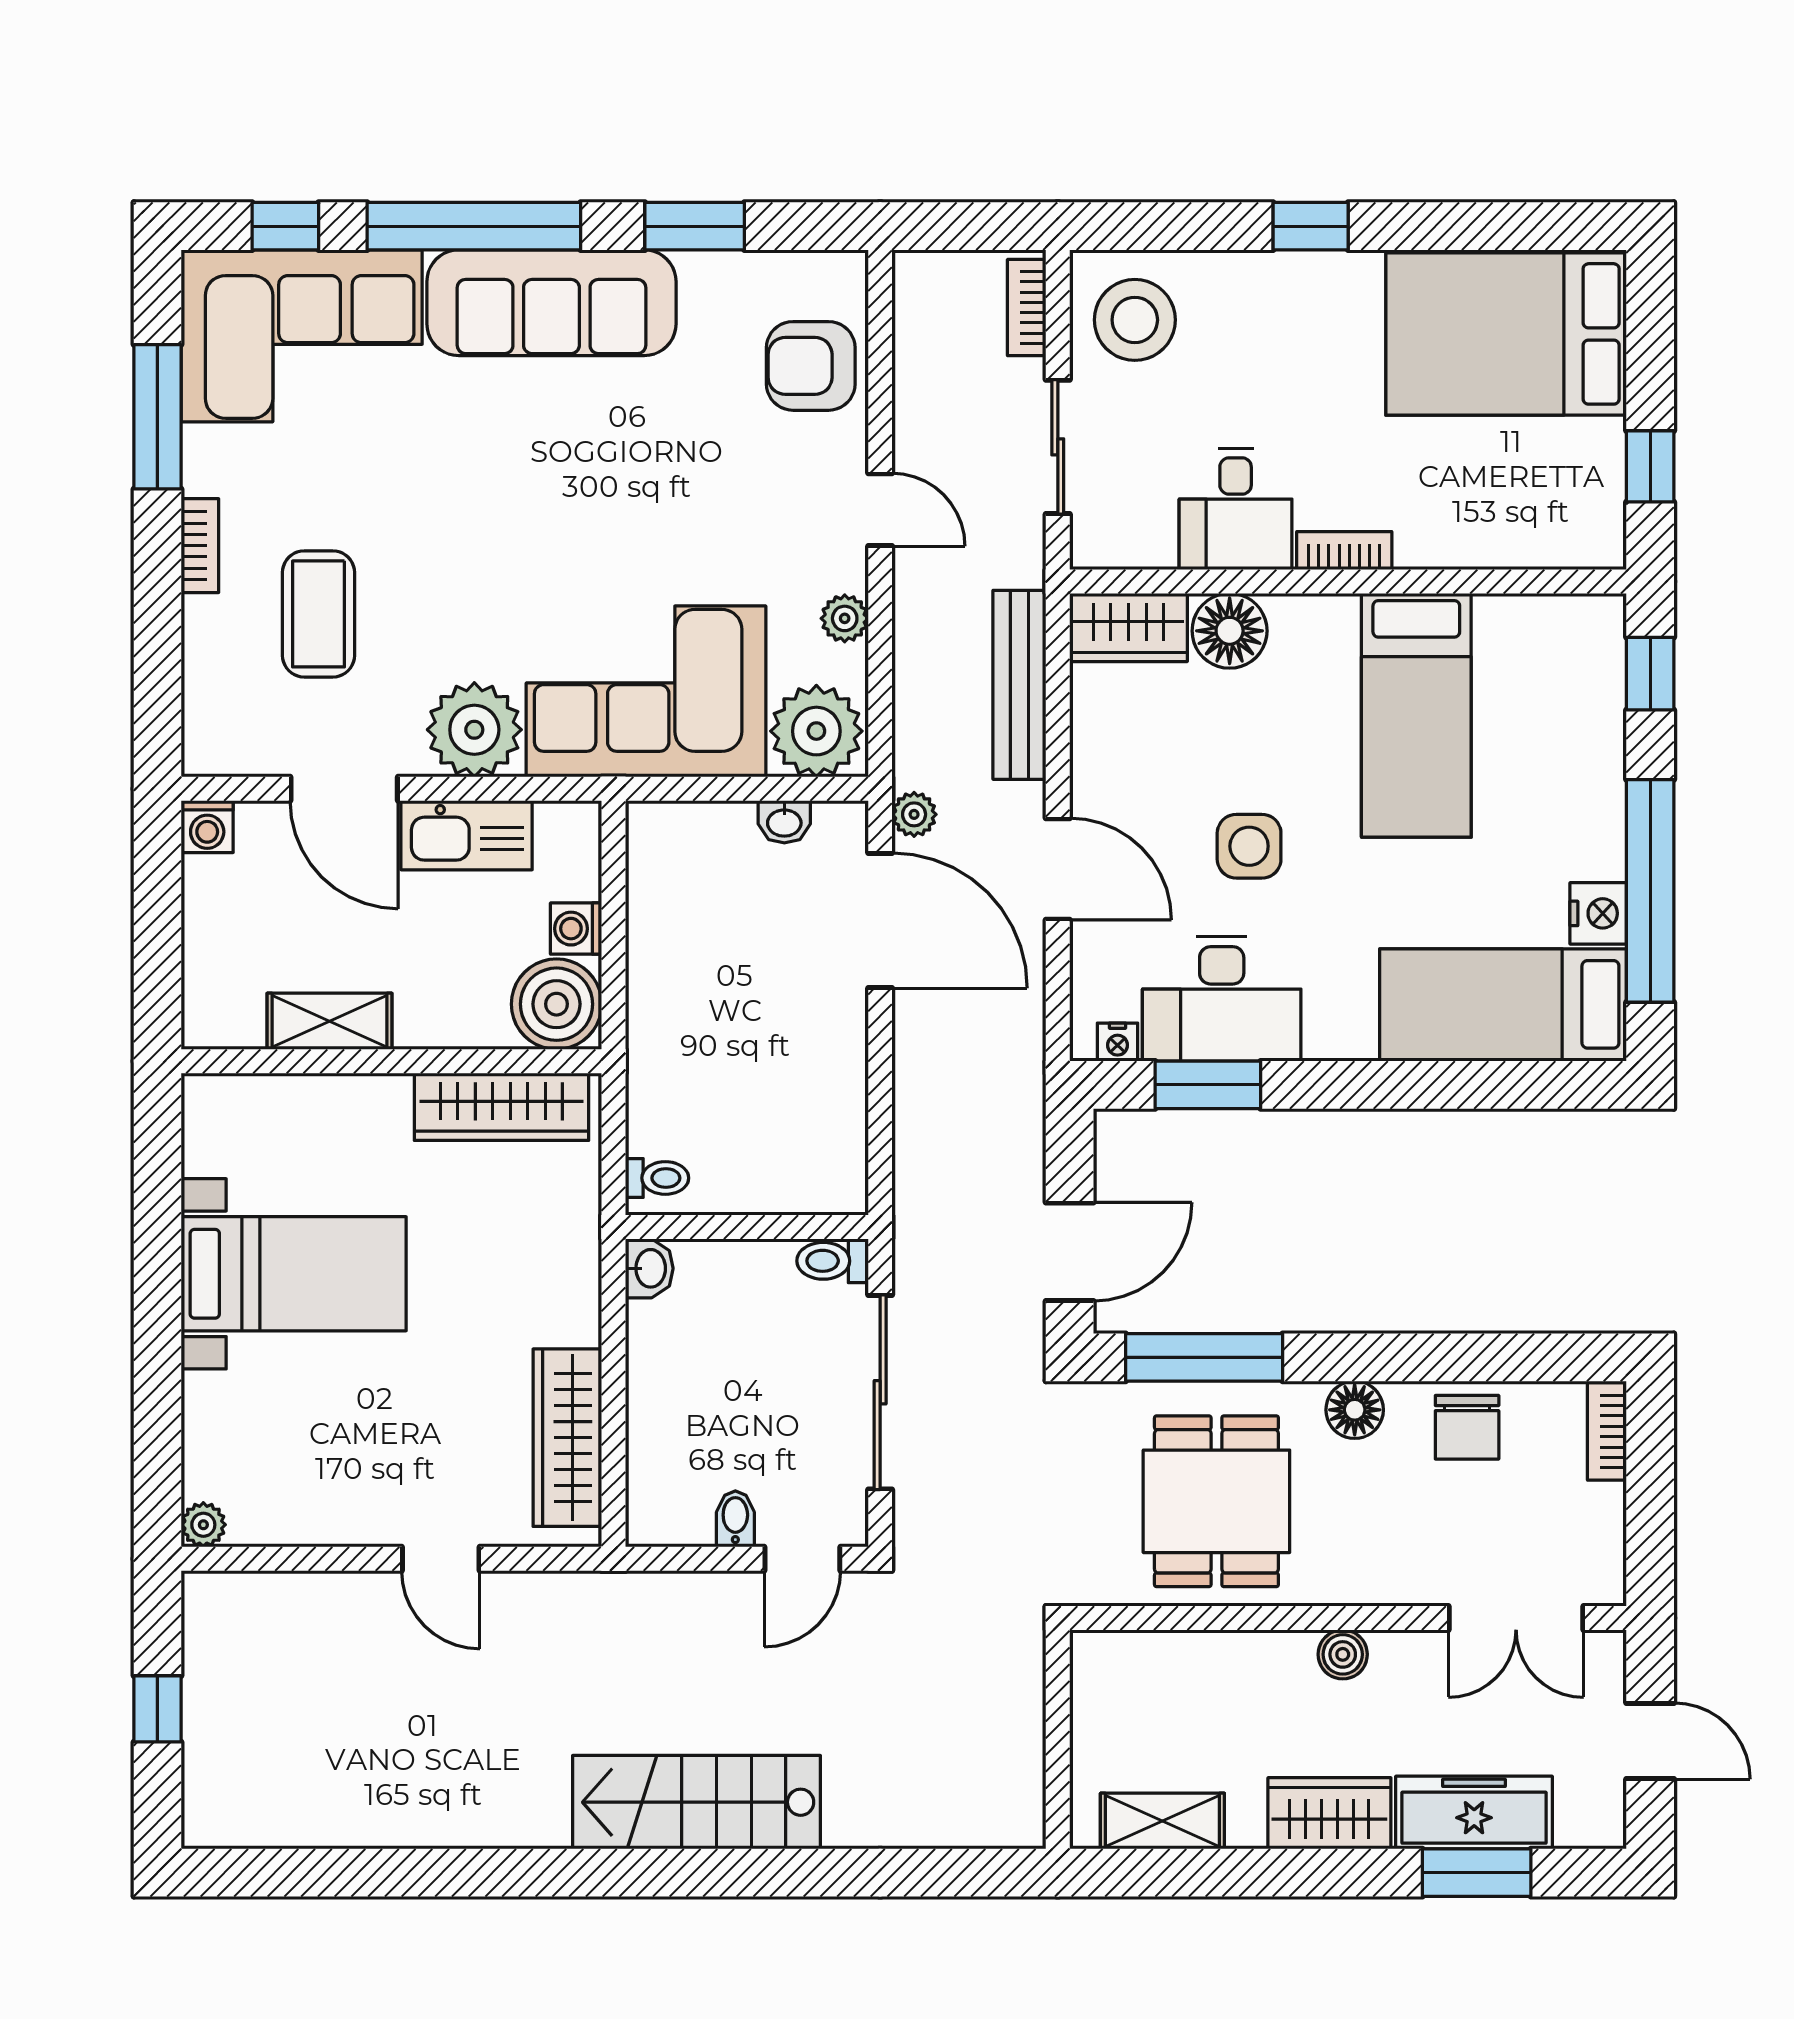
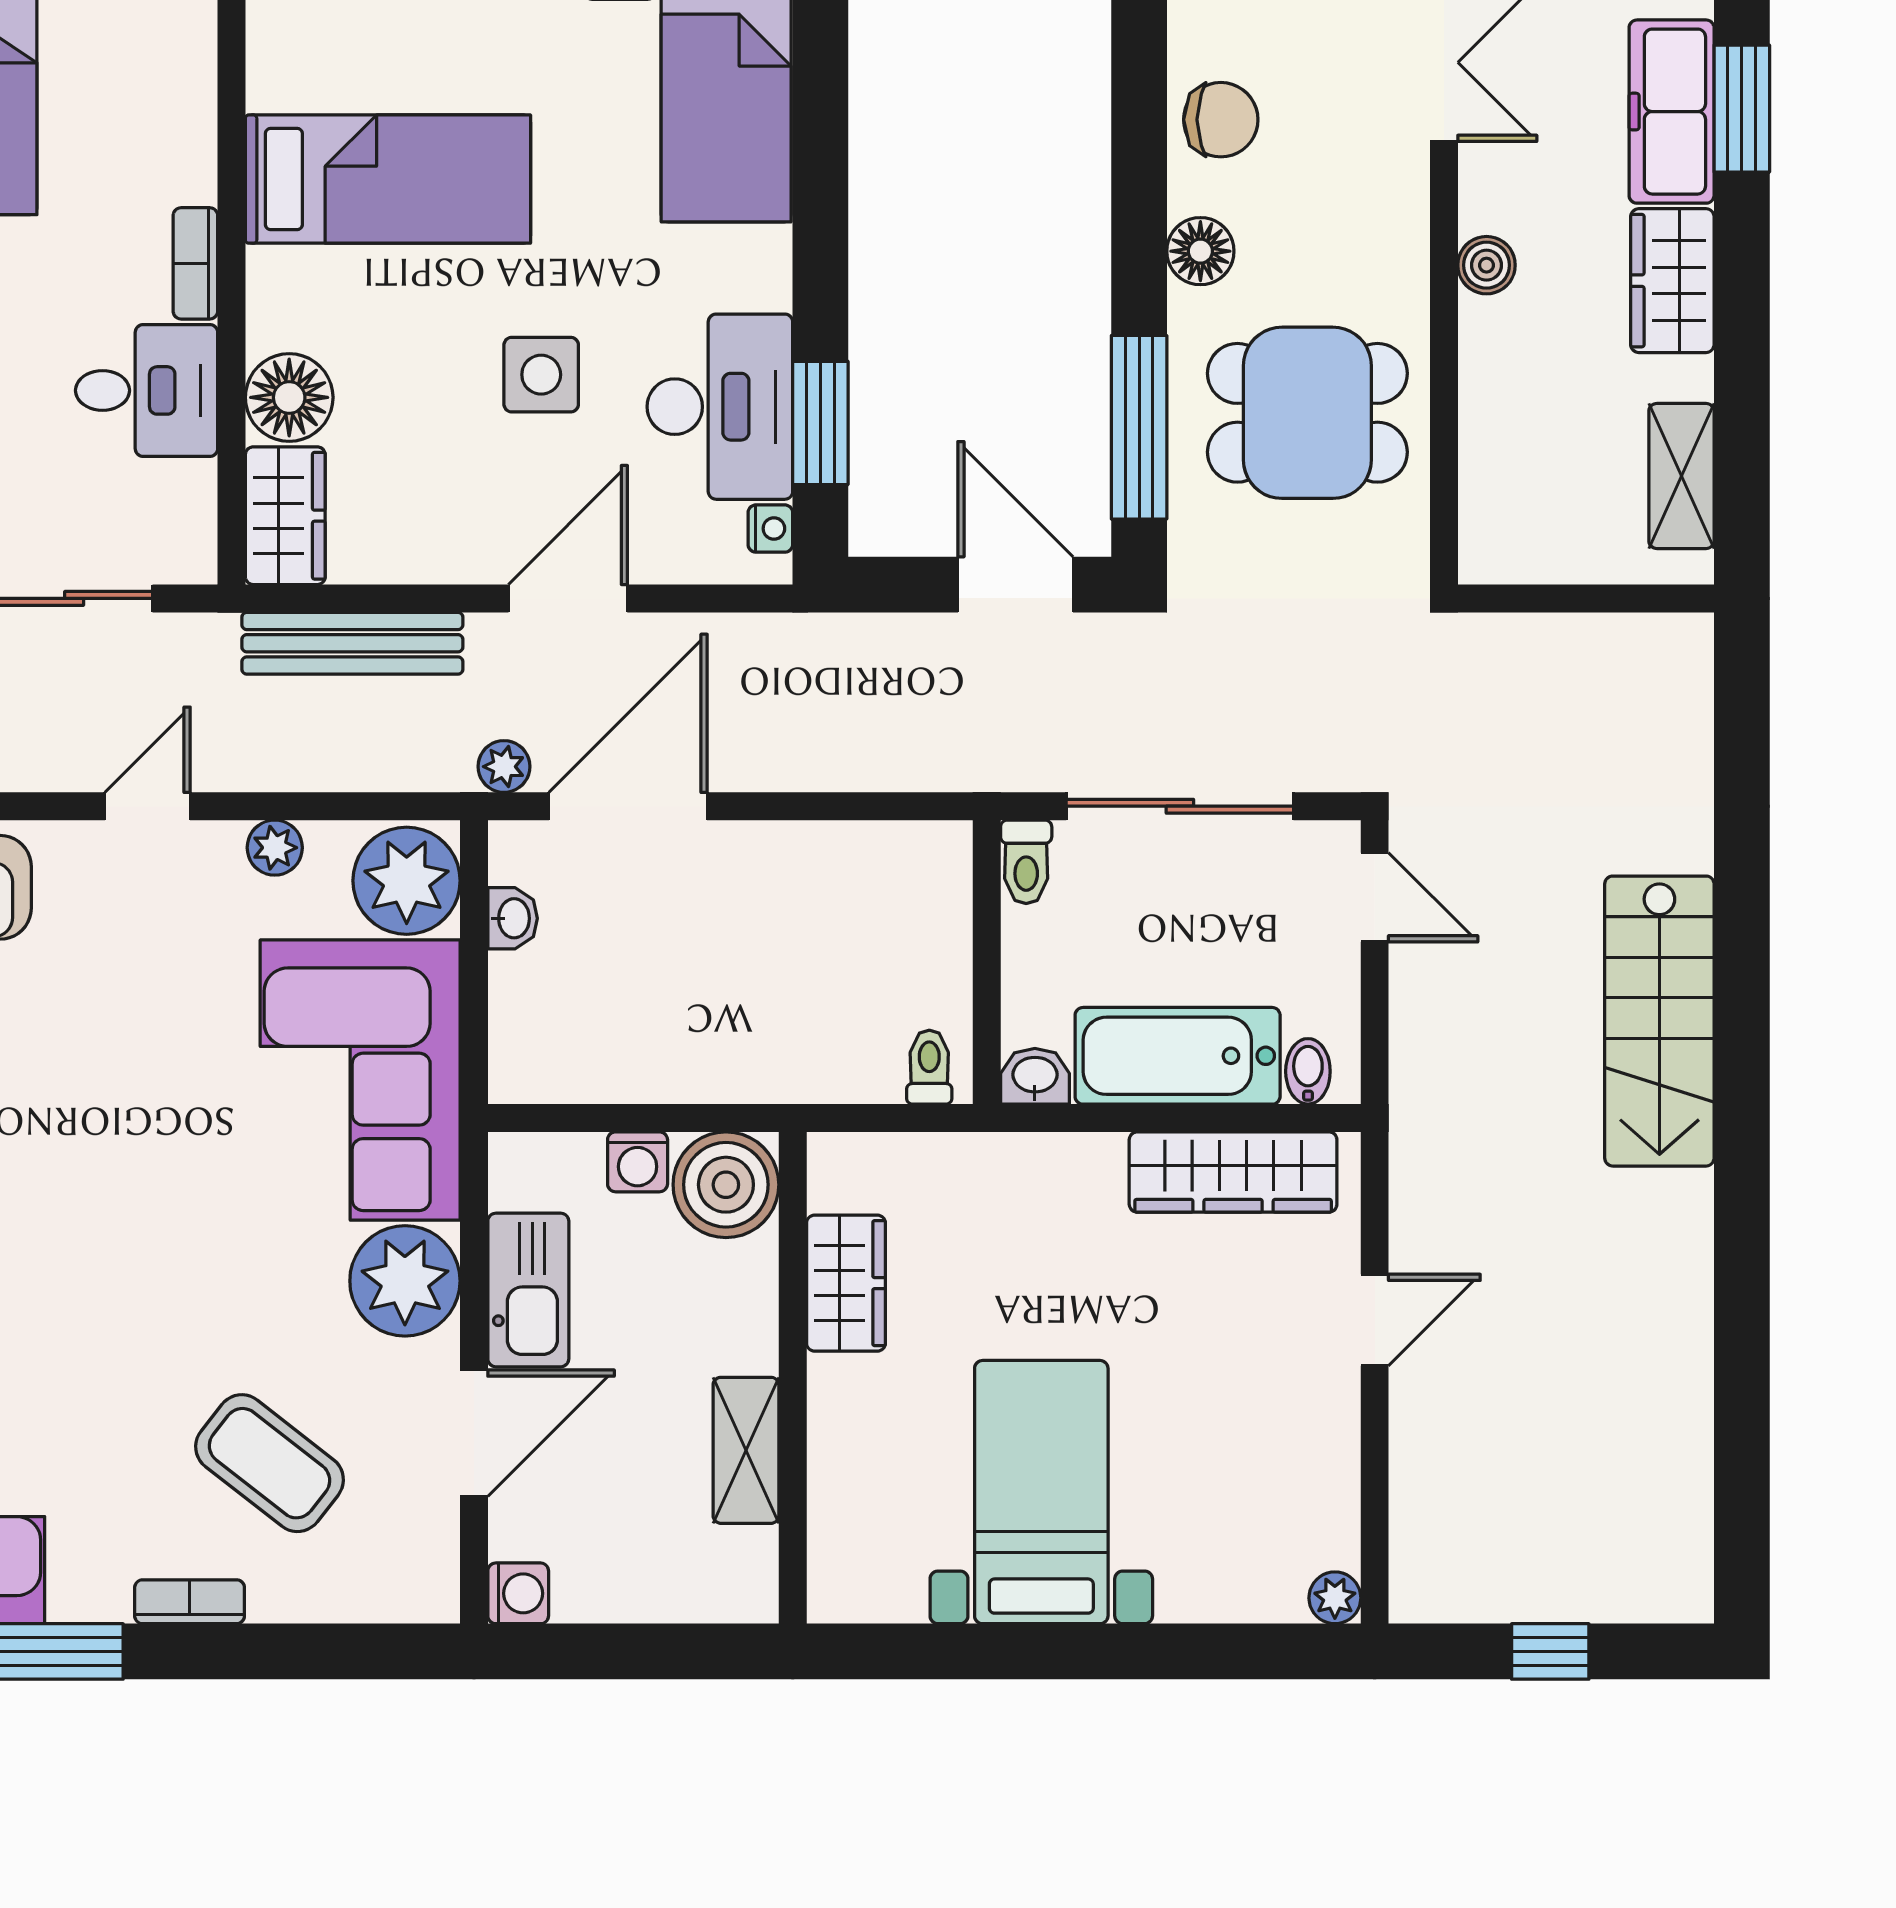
coffee table: (318, 614) -> (270, 1463), turned 38
wardrobe: (501, 1107) -> (846, 1283), width x0.67
bathtub: (667, 1390) -> (1178, 1056), added
bidet: (735, 1519) -> (1308, 1071), moved, turned 90

